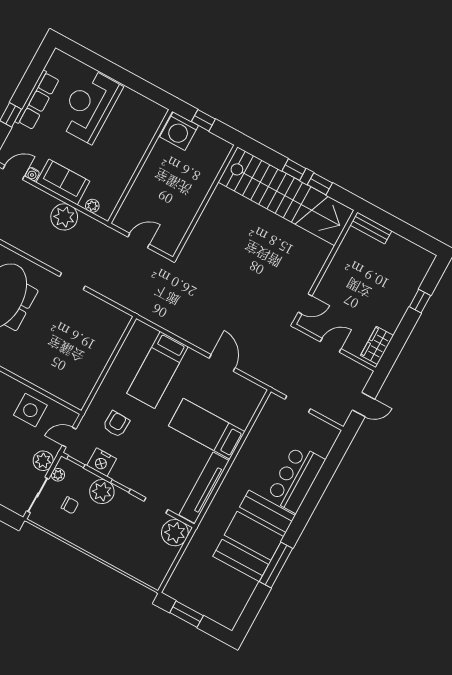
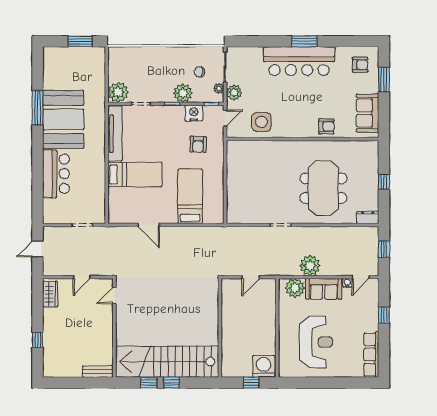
row of seats: (37, 100) -> (371, 354), moved
reception desk: (89, 106) -> (316, 342), moved
plant: (92, 206) -> (295, 288), width x1.87, depth x1.87

